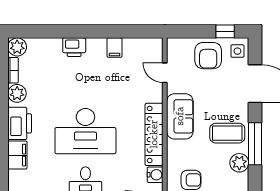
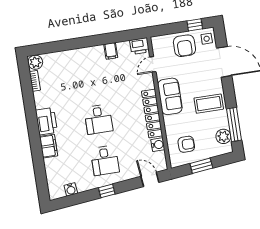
printer: (74, 47) -> (140, 46), moved
door: (165, 73) -> (153, 64), hinge flipped
plant: (17, 93) -> (41, 98), removed
desk: (85, 131) -> (98, 119), width x0.53, depth x0.77
window: (255, 144) -> (234, 124), moved
plant: (239, 163) -> (223, 136), moved

